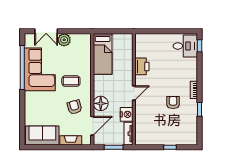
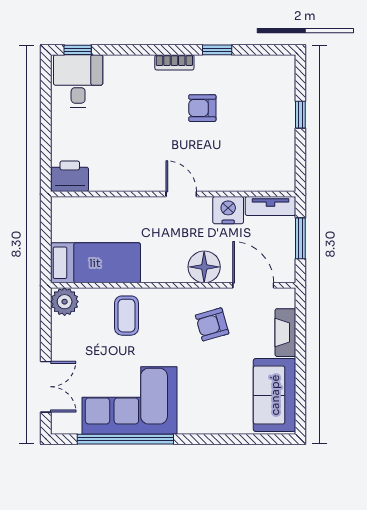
plant: (64, 40) -> (65, 302), moved
printer: (142, 66) -> (70, 176), moved
coffee table: (71, 81) -> (127, 316), moved

